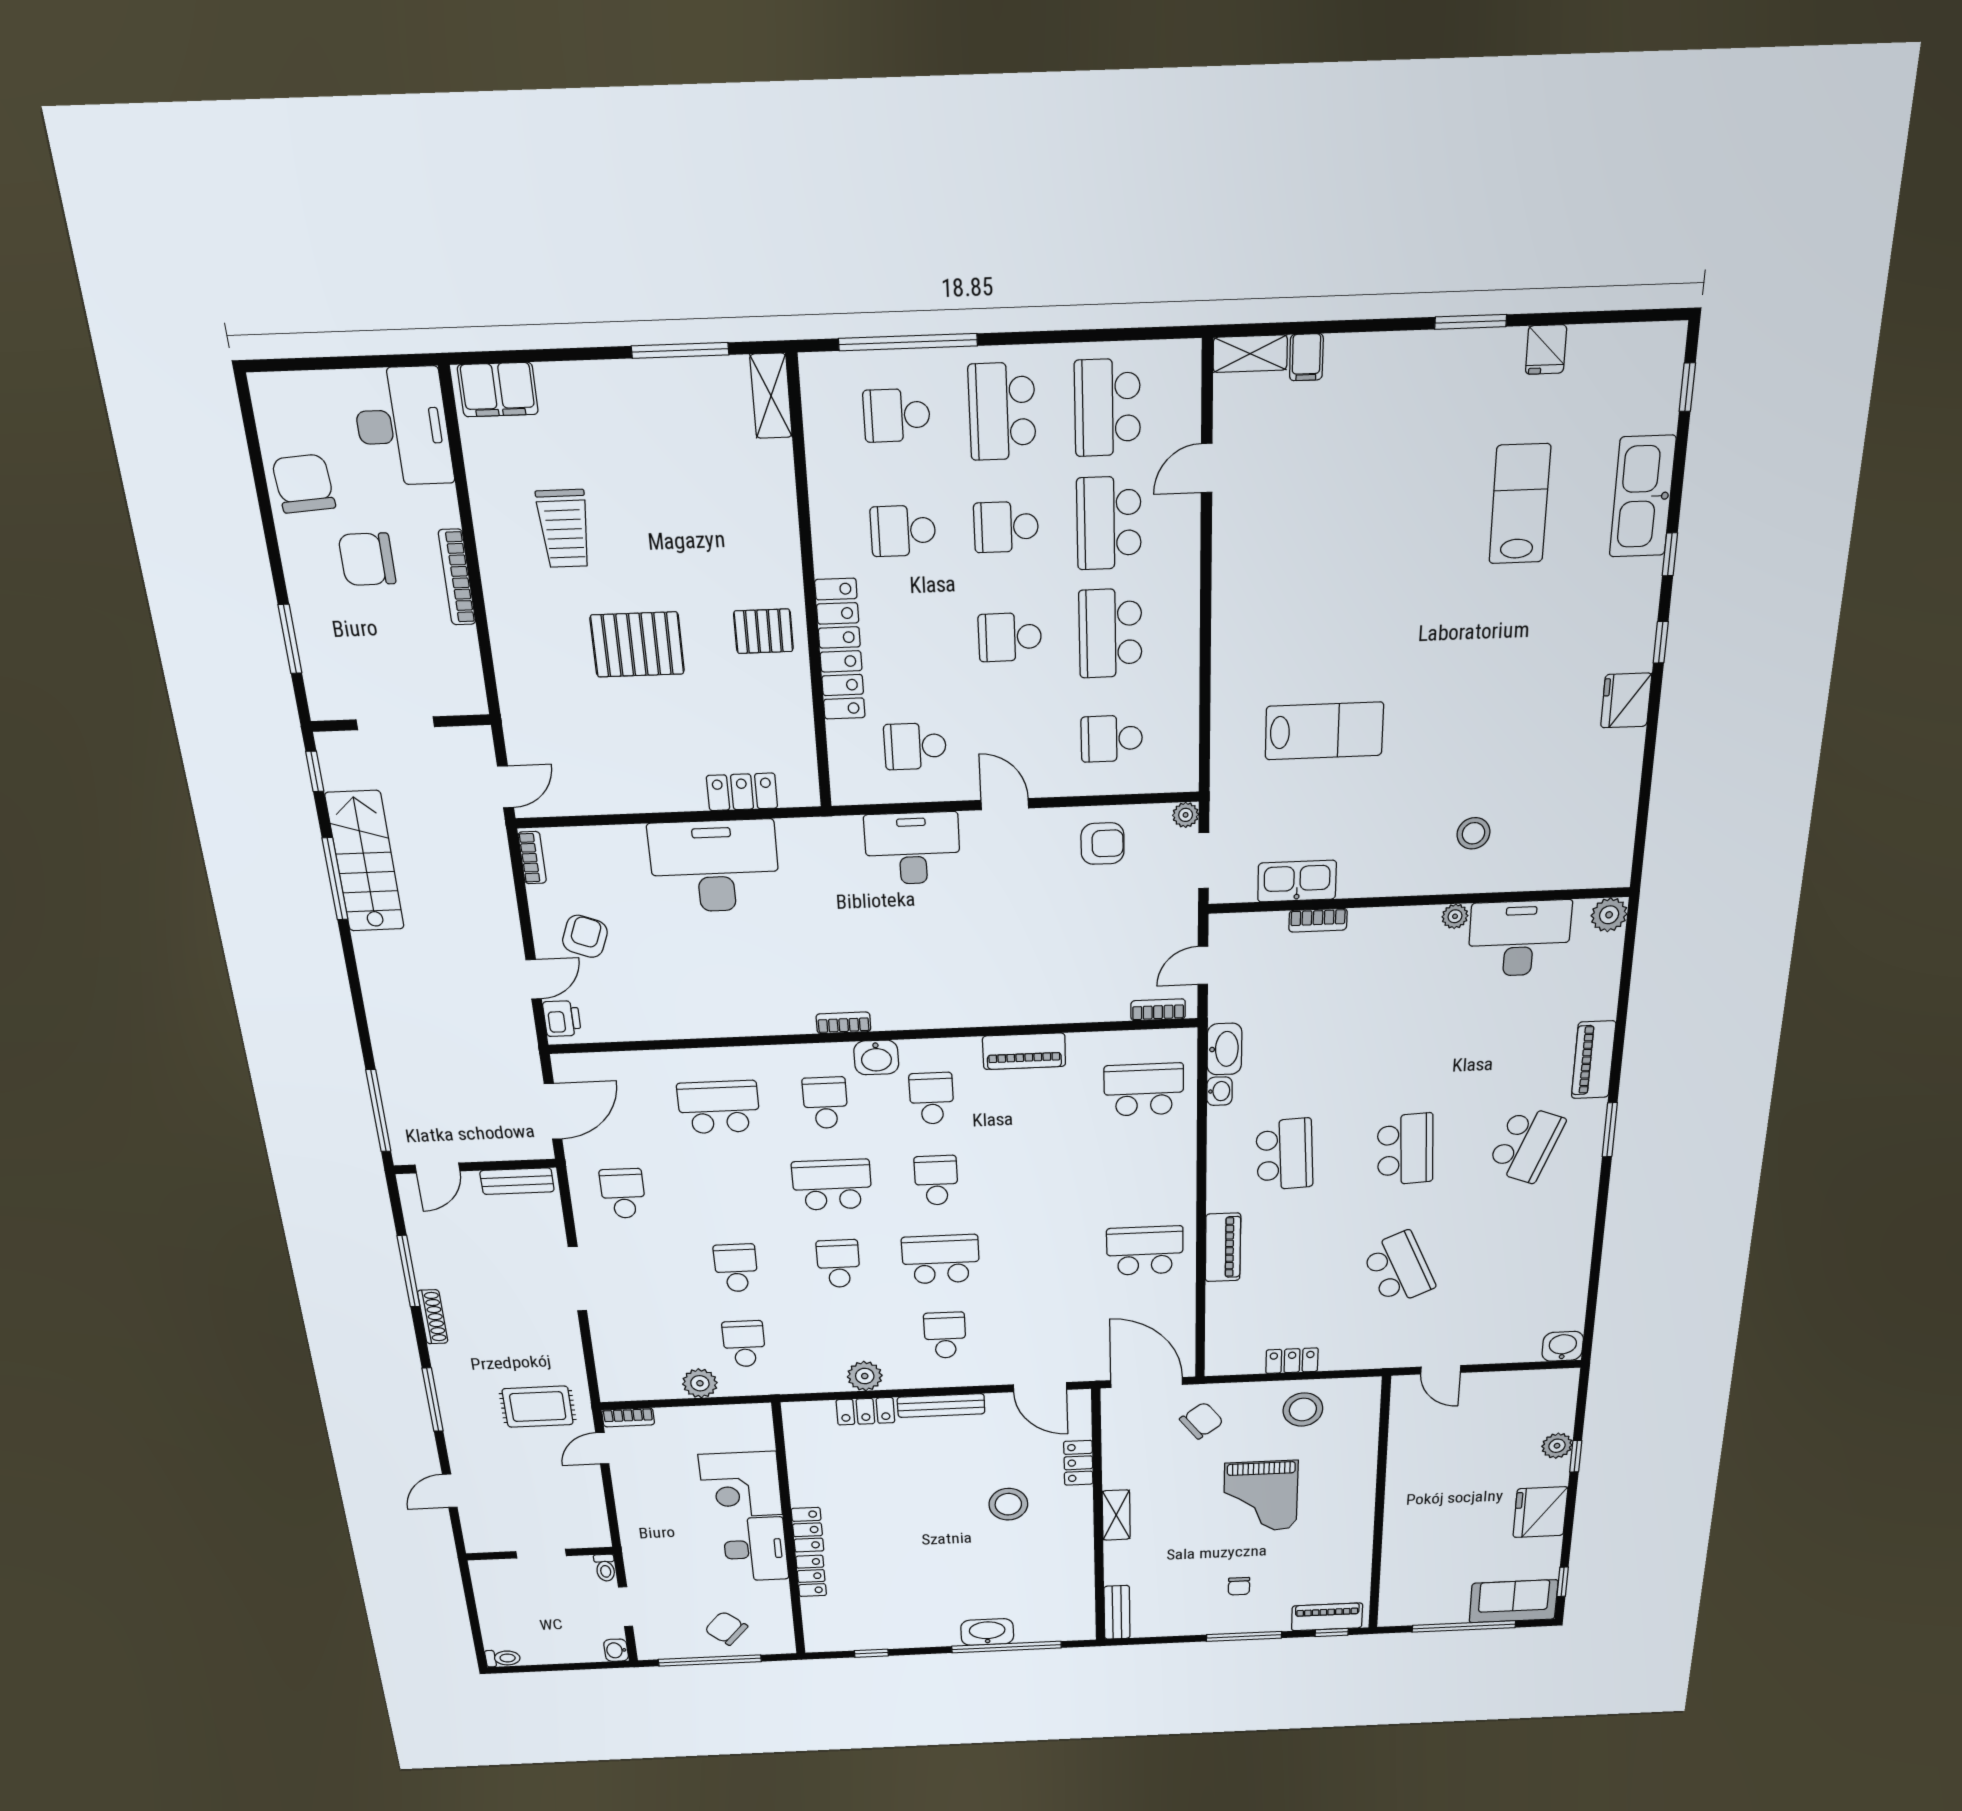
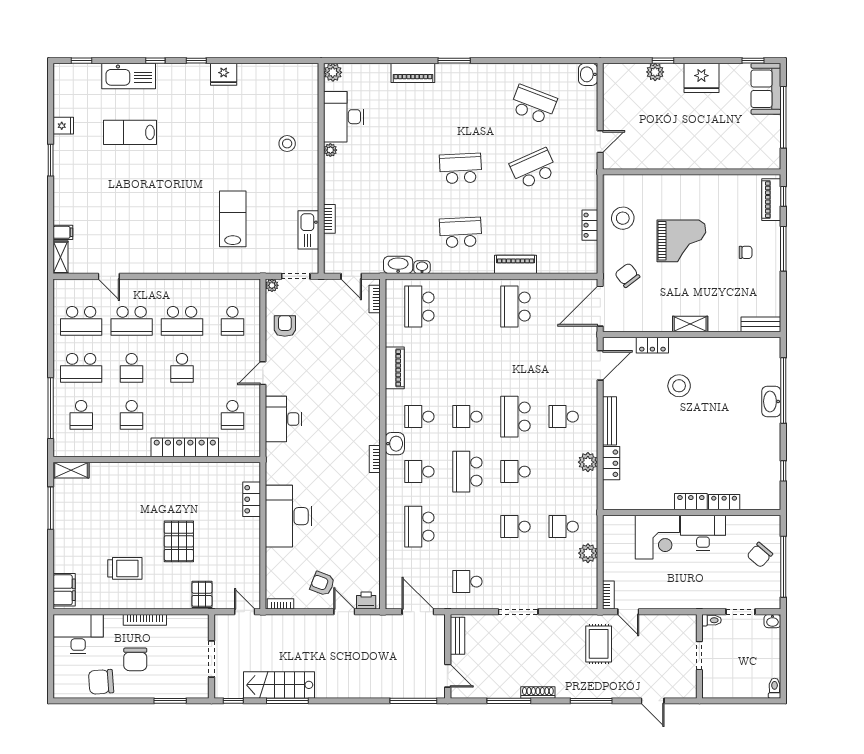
pallet: (763, 631) -> (202, 594), moved
school desk: (1526, 1144) -> (533, 104), moved

